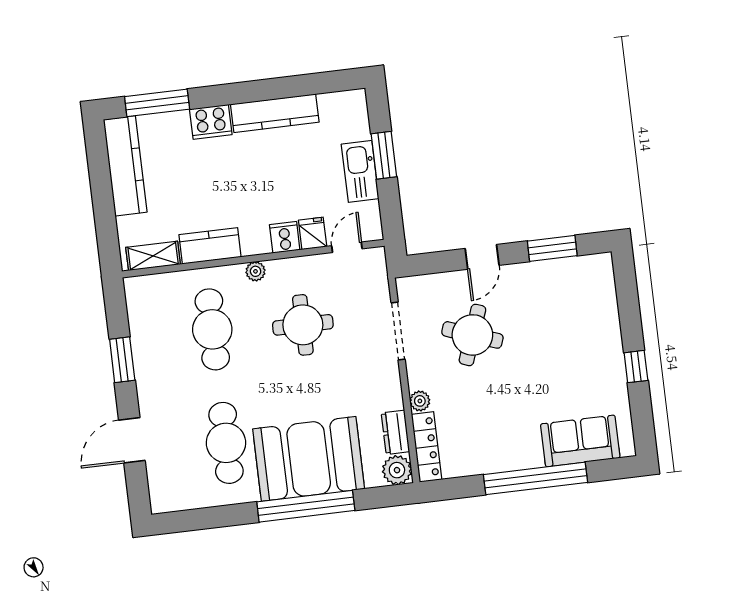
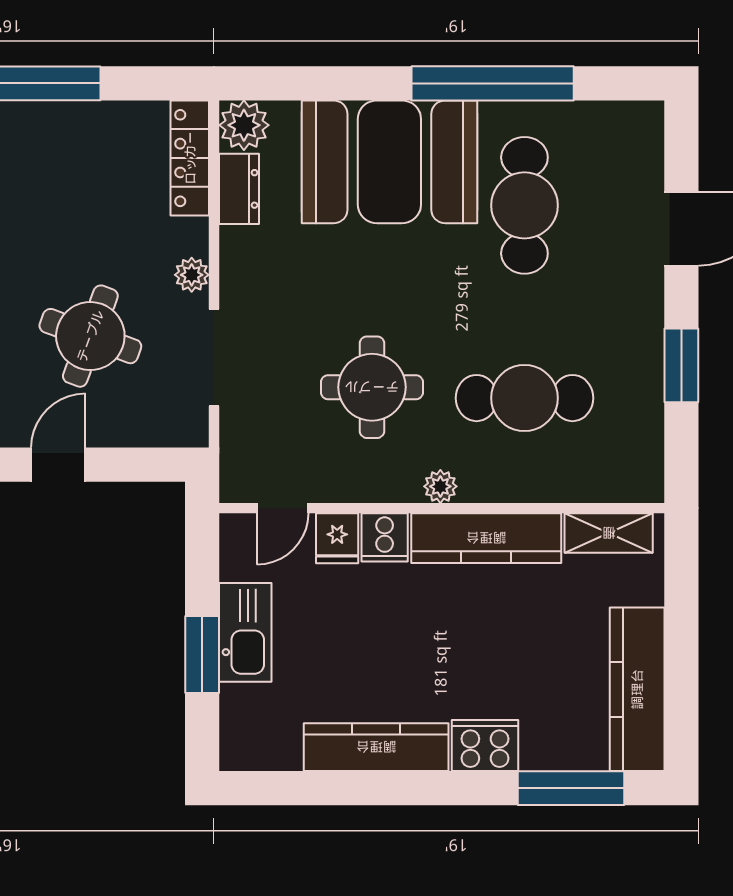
kitchen counter: (210, 246) -> (486, 538), width x1.50
cafe table: (212, 329) -> (524, 398), turned 90
plant: (420, 401) -> (192, 275), moved
window: (306, 506) -> (493, 83), moved

